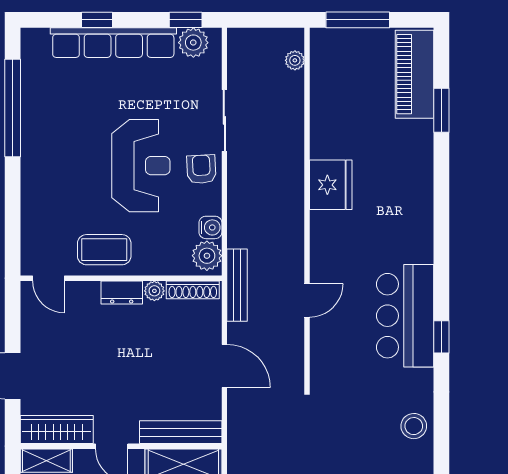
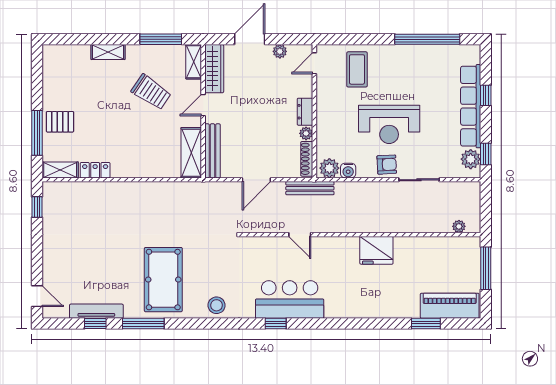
coffee table: (104, 250) -> (357, 69), moved
plant: (31, 331) -> (280, 51), added

